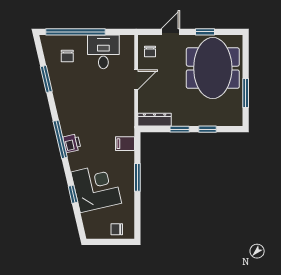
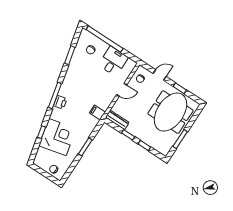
filing cabinet: (125, 144) -> (97, 113), moved

